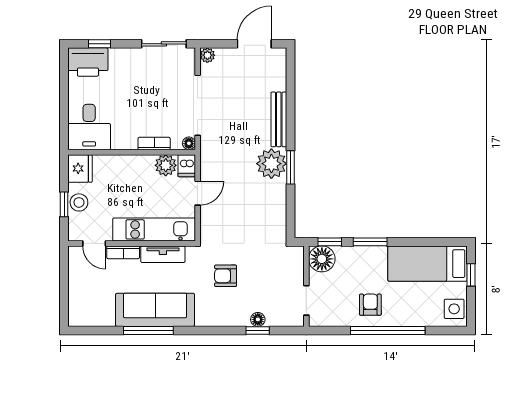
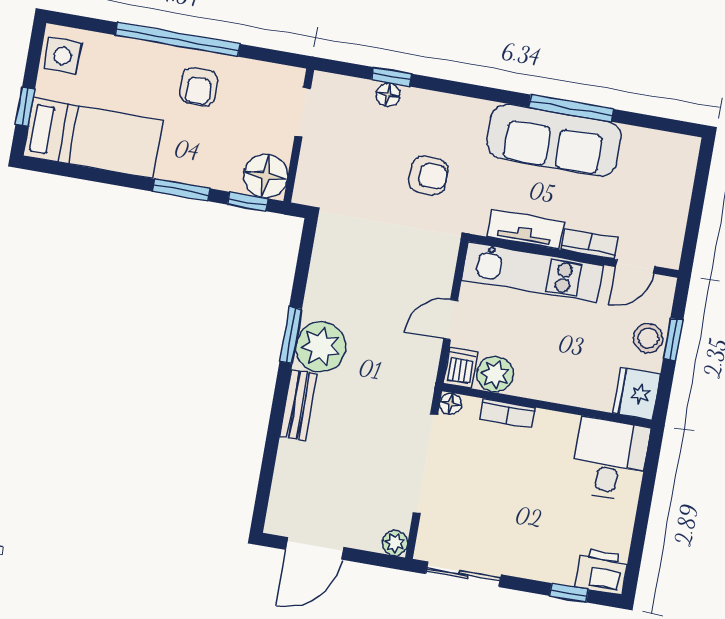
printer: (88, 62) -> (601, 571), width x0.73, depth x0.84
bench: (279, 119) -> (298, 405), width x0.73
door: (94, 243) -> (635, 267), swing flipped

